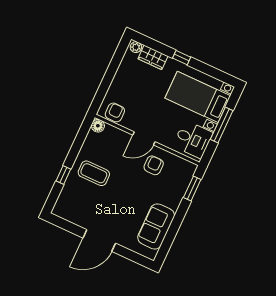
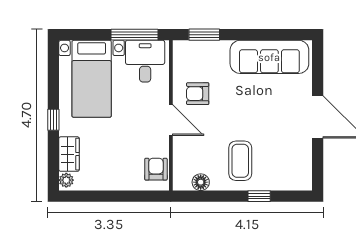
armchair: (115, 112) -> (156, 169), turned 90
window: (222, 125) -> (134, 35), moved
floor lamp: (98, 126) -> (201, 182), moved
sofa: (156, 226) -> (269, 57), width x1.36

